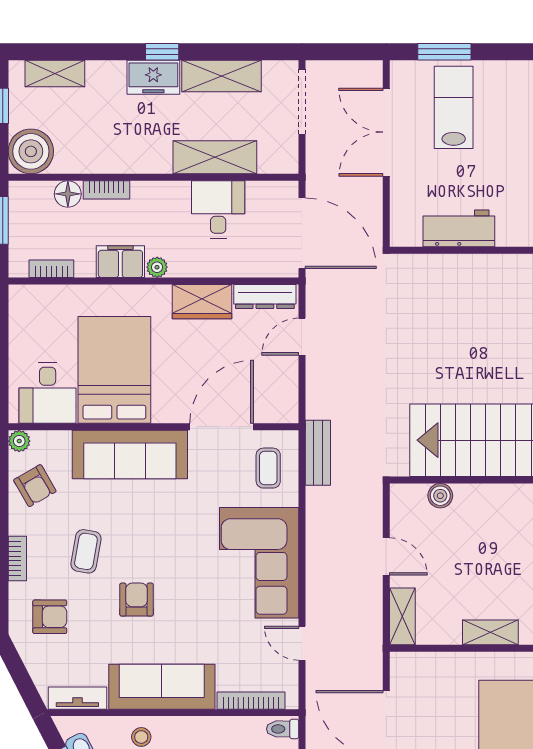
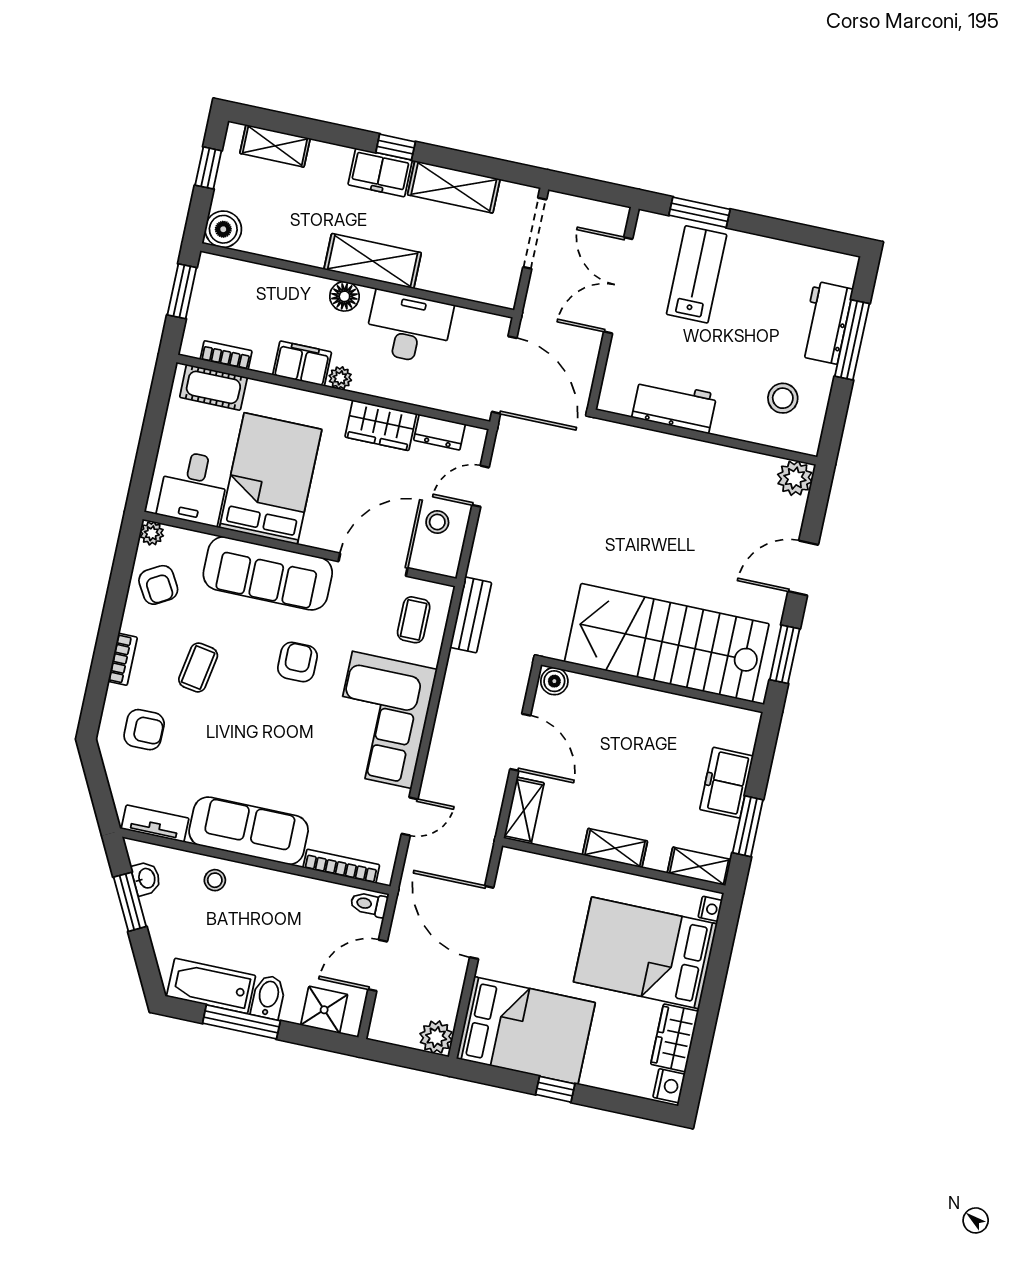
boiler: (31, 151) -> (223, 229), width x0.73, depth x0.73
shelving: (215, 157) -> (373, 261), moved
bookcase: (106, 190) -> (304, 283), removed
floor lamp: (68, 194) -> (344, 296), moved
desk: (218, 209) -> (409, 327), width x1.37
dresser: (265, 296) -> (440, 432), width x0.70
cot: (46, 300) -> (213, 387), added
stool: (271, 377) -> (437, 522), added
boiler: (440, 496) -> (554, 681), moved
door: (386, 556) -> (520, 742), width x1.38
armchair: (137, 600) -> (297, 662), moved
door: (302, 643) -> (410, 816), swing flipped

